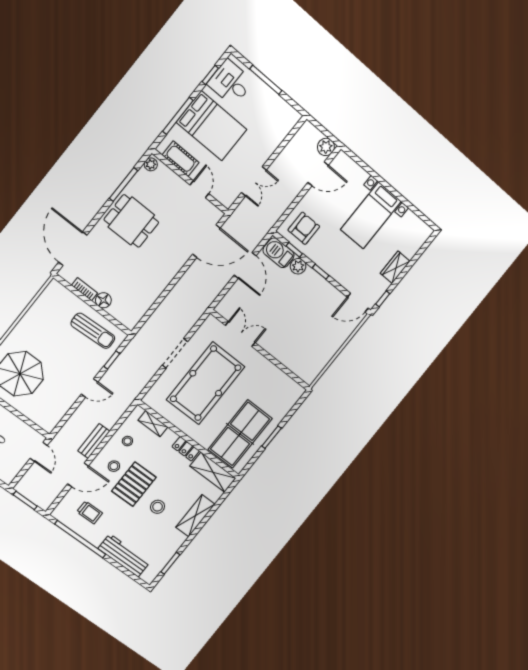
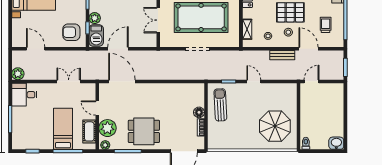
desk: (231, 83) -> (24, 95), moved, turned 90
bed: (212, 126) -> (63, 129), width x0.67
plant: (326, 147) -> (18, 74), moved
plant: (168, 183) -> (107, 128), added
door: (199, 189) -> (97, 108), hinge flipped
dining table: (131, 221) -> (144, 131), turned 90

